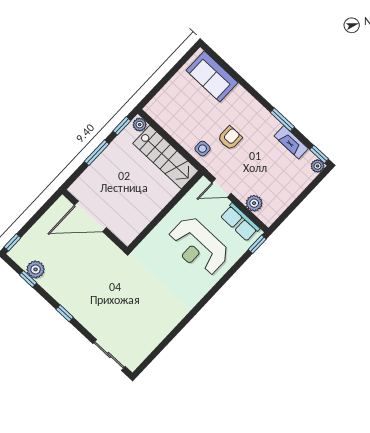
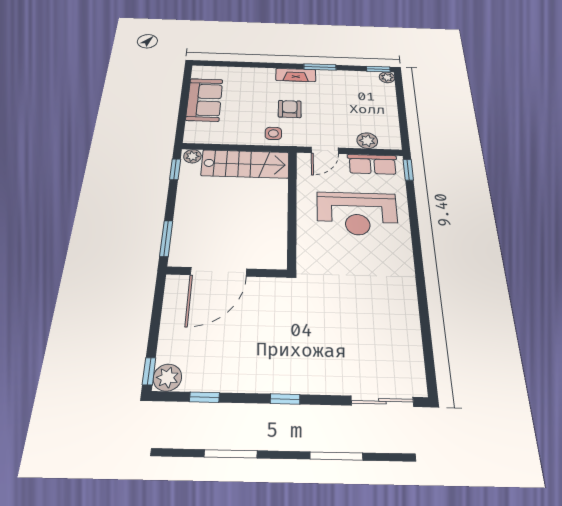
sofa: (212, 76) -> (204, 100), moved, turned -90
fireplace: (291, 142) -> (296, 75), moved
window: (97, 153) -> (166, 238), moved
plant: (36, 269) -> (167, 378), moved

